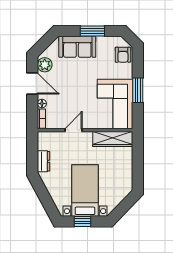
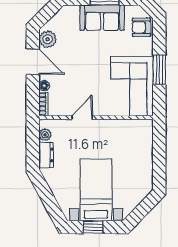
sofa: (77, 47) -> (102, 18), moved
armchair: (123, 55) -> (141, 27), turned 90
wardrobe: (113, 139) -> (129, 128), removed
plant: (43, 144) -> (45, 135), added

